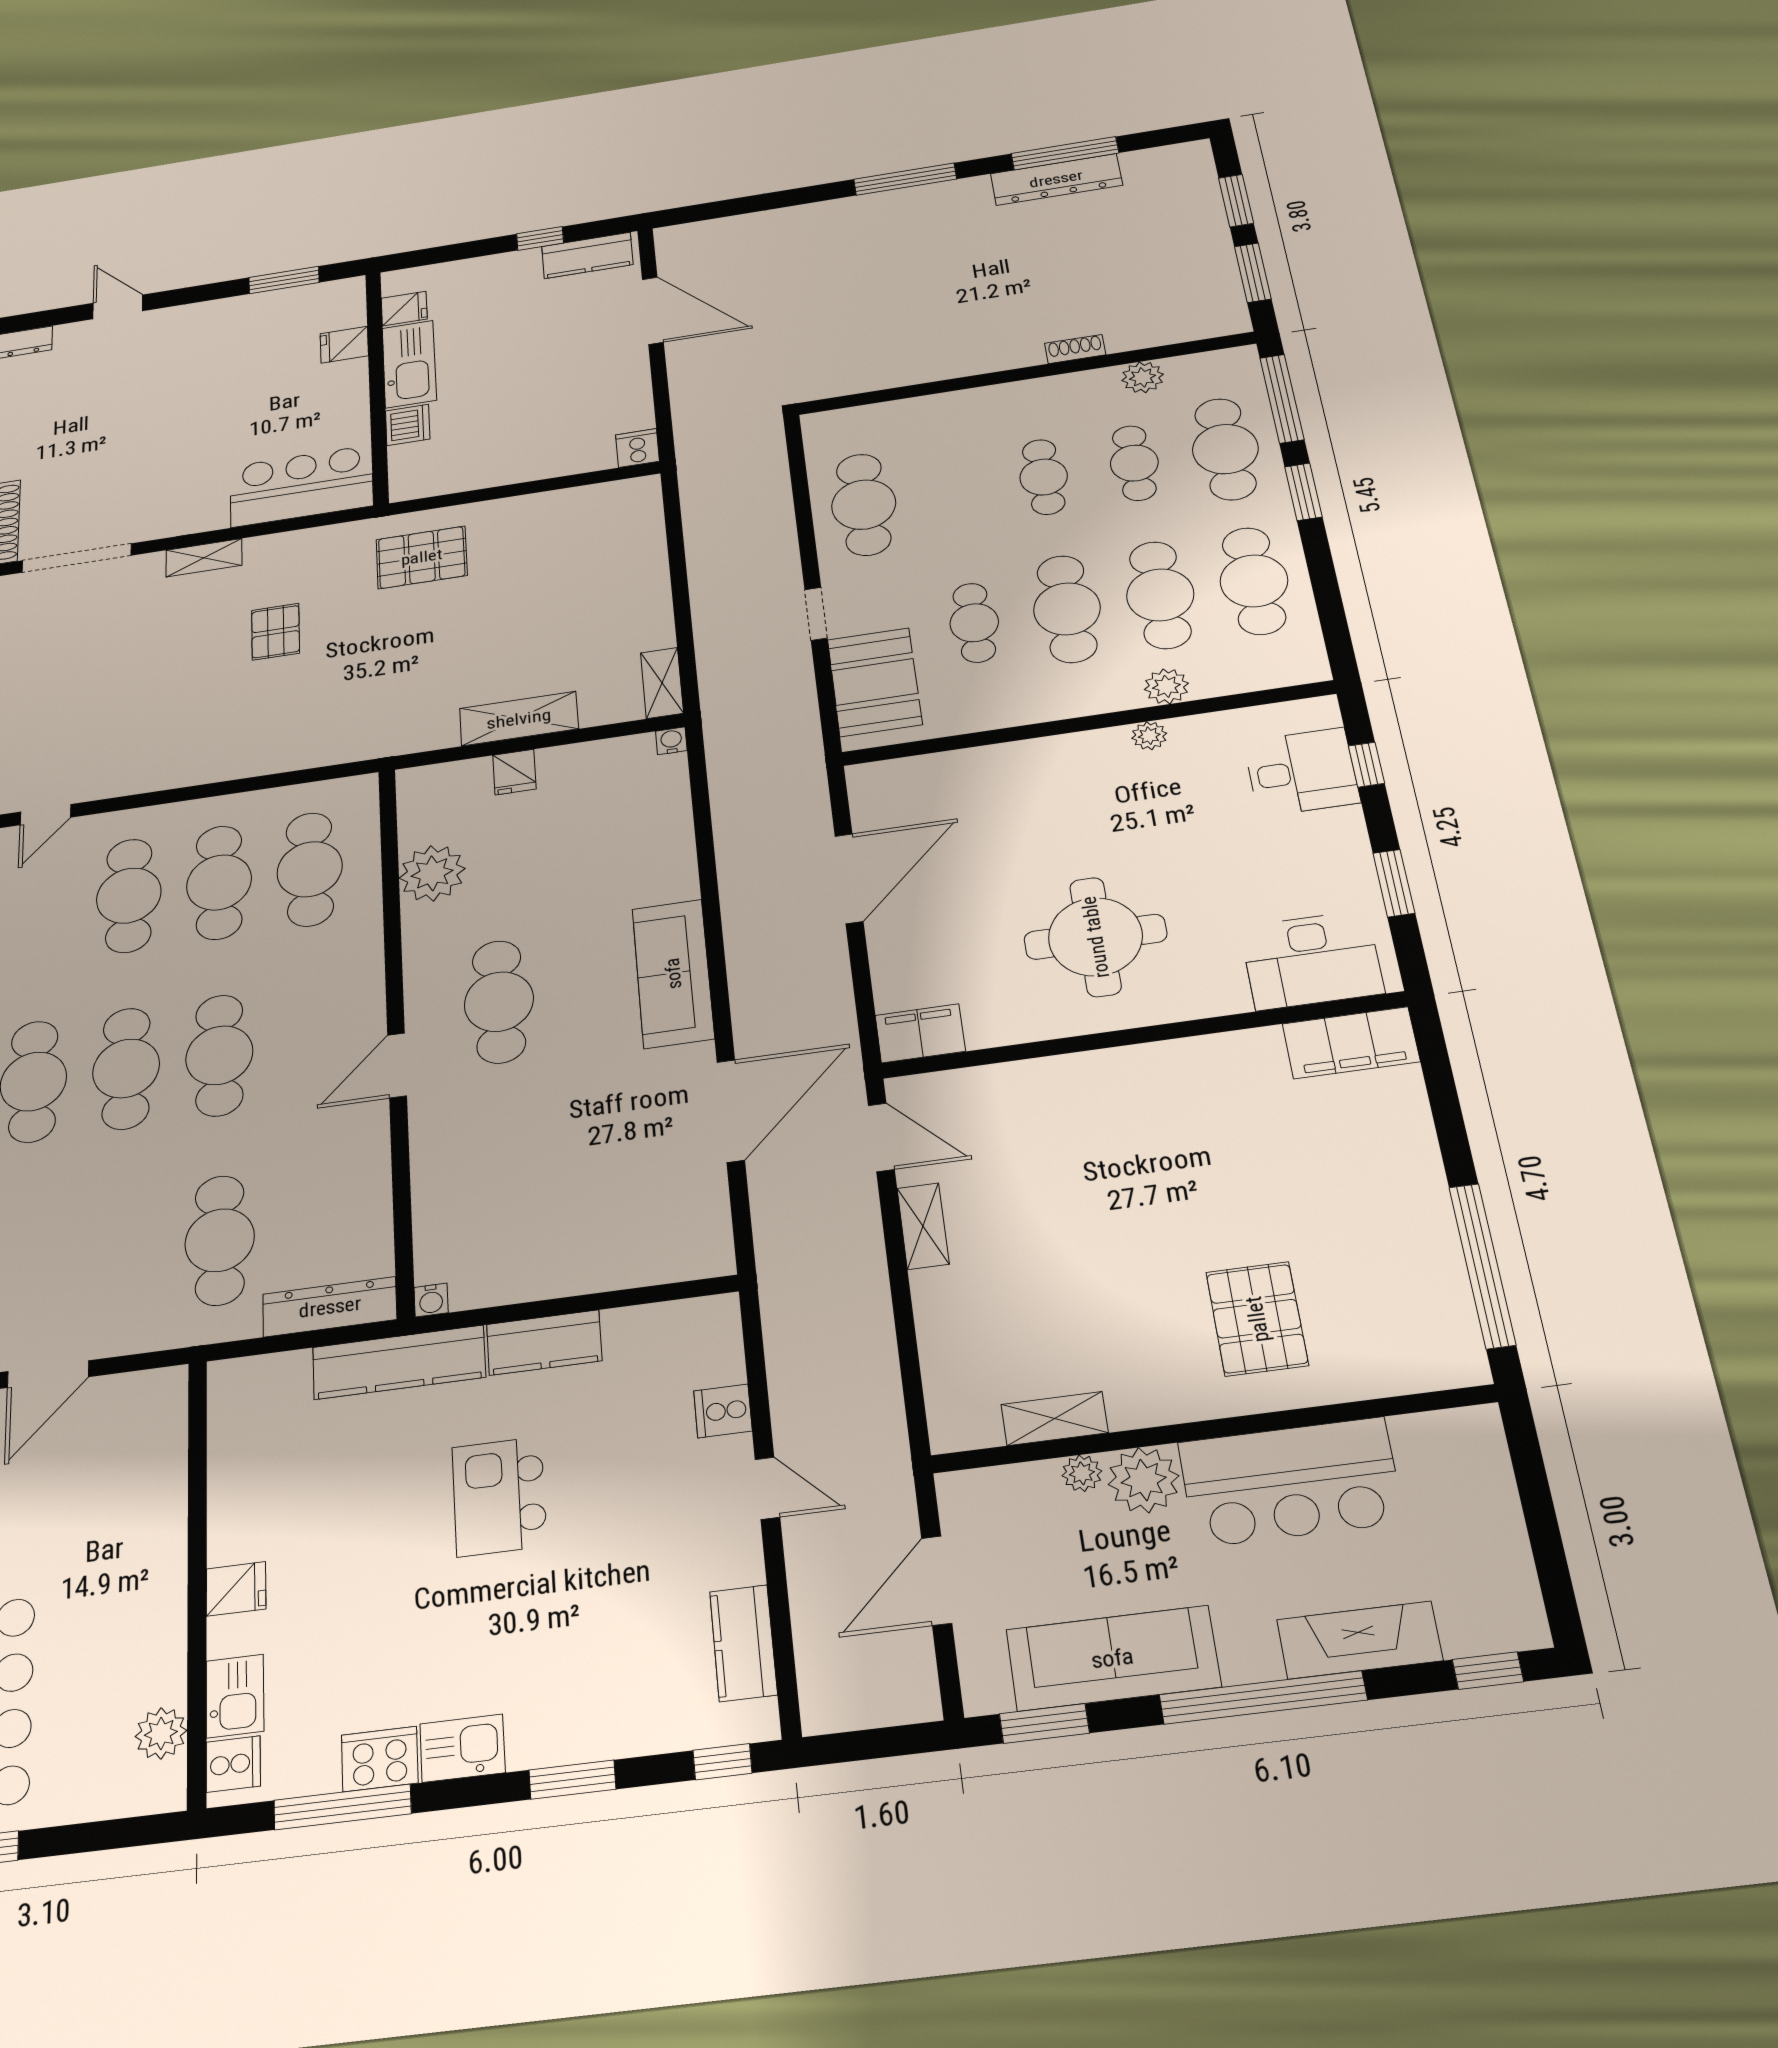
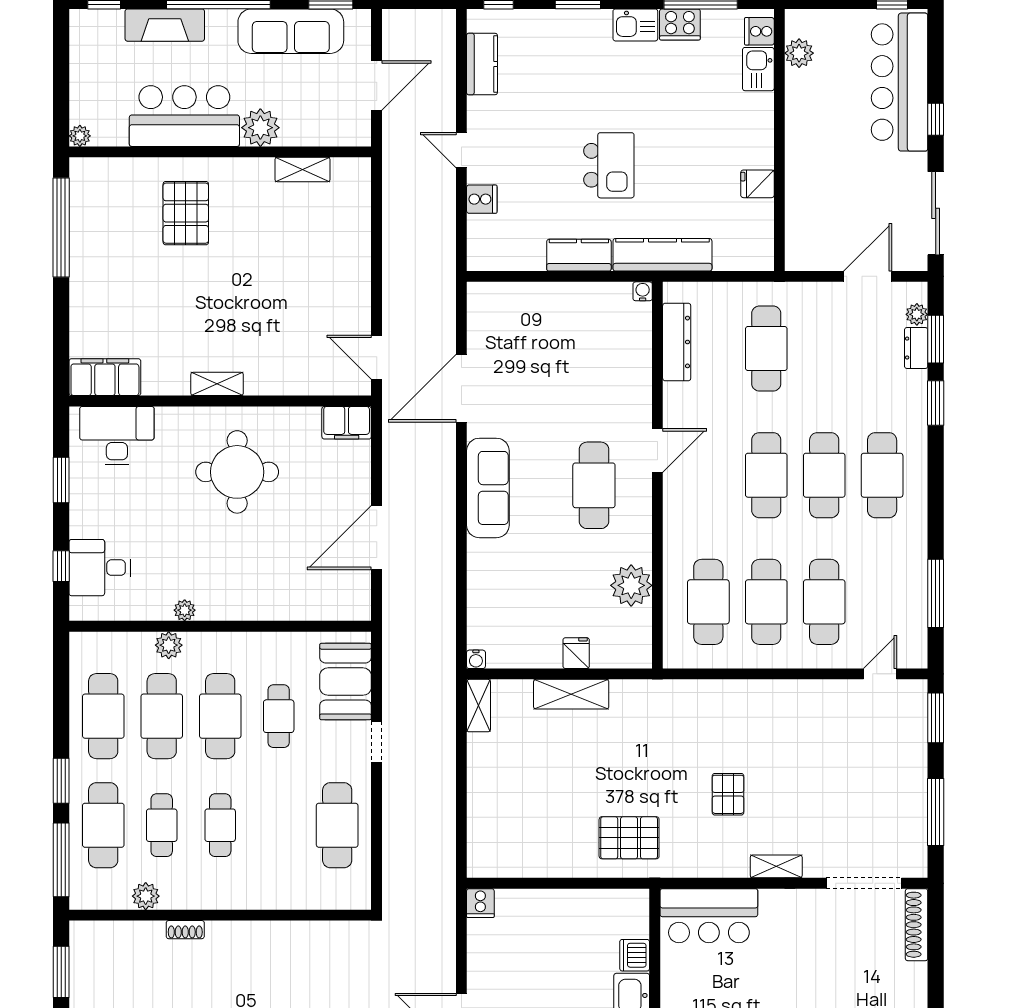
shelving: (923, 1226) -> (217, 384), moved, turned 90
dresser: (330, 1307) -> (677, 342), moved, turned -90
plant: (1082, 1473) -> (80, 136), moved
fridge: (236, 1589) -> (757, 184), moved

